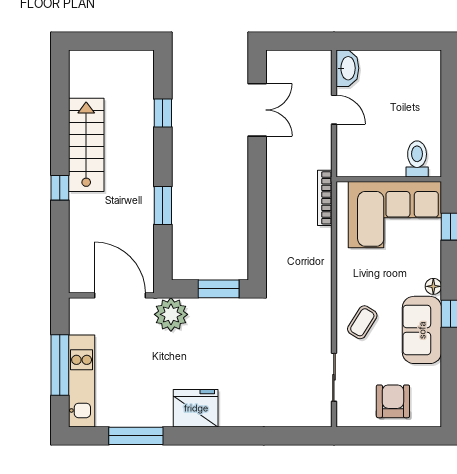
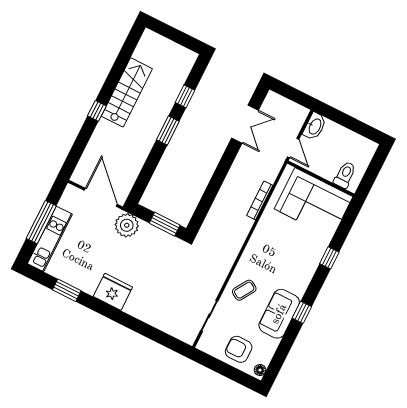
toilet: (417, 159) -> (345, 175), moved
wall: (389, 179) -> (321, 179), moved
window: (163, 205) -> (168, 130), moved
corner sofa: (395, 215) -> (314, 203), moved
floor lamp: (433, 286) -> (260, 370), moved
armchair: (393, 401) -> (239, 349), turned -90
window: (136, 436) -> (67, 290), width x0.69

